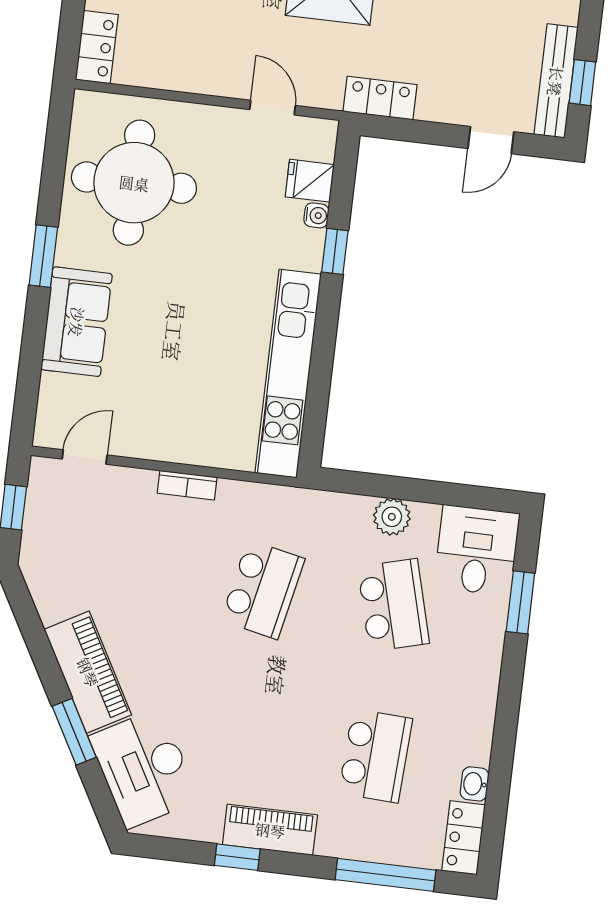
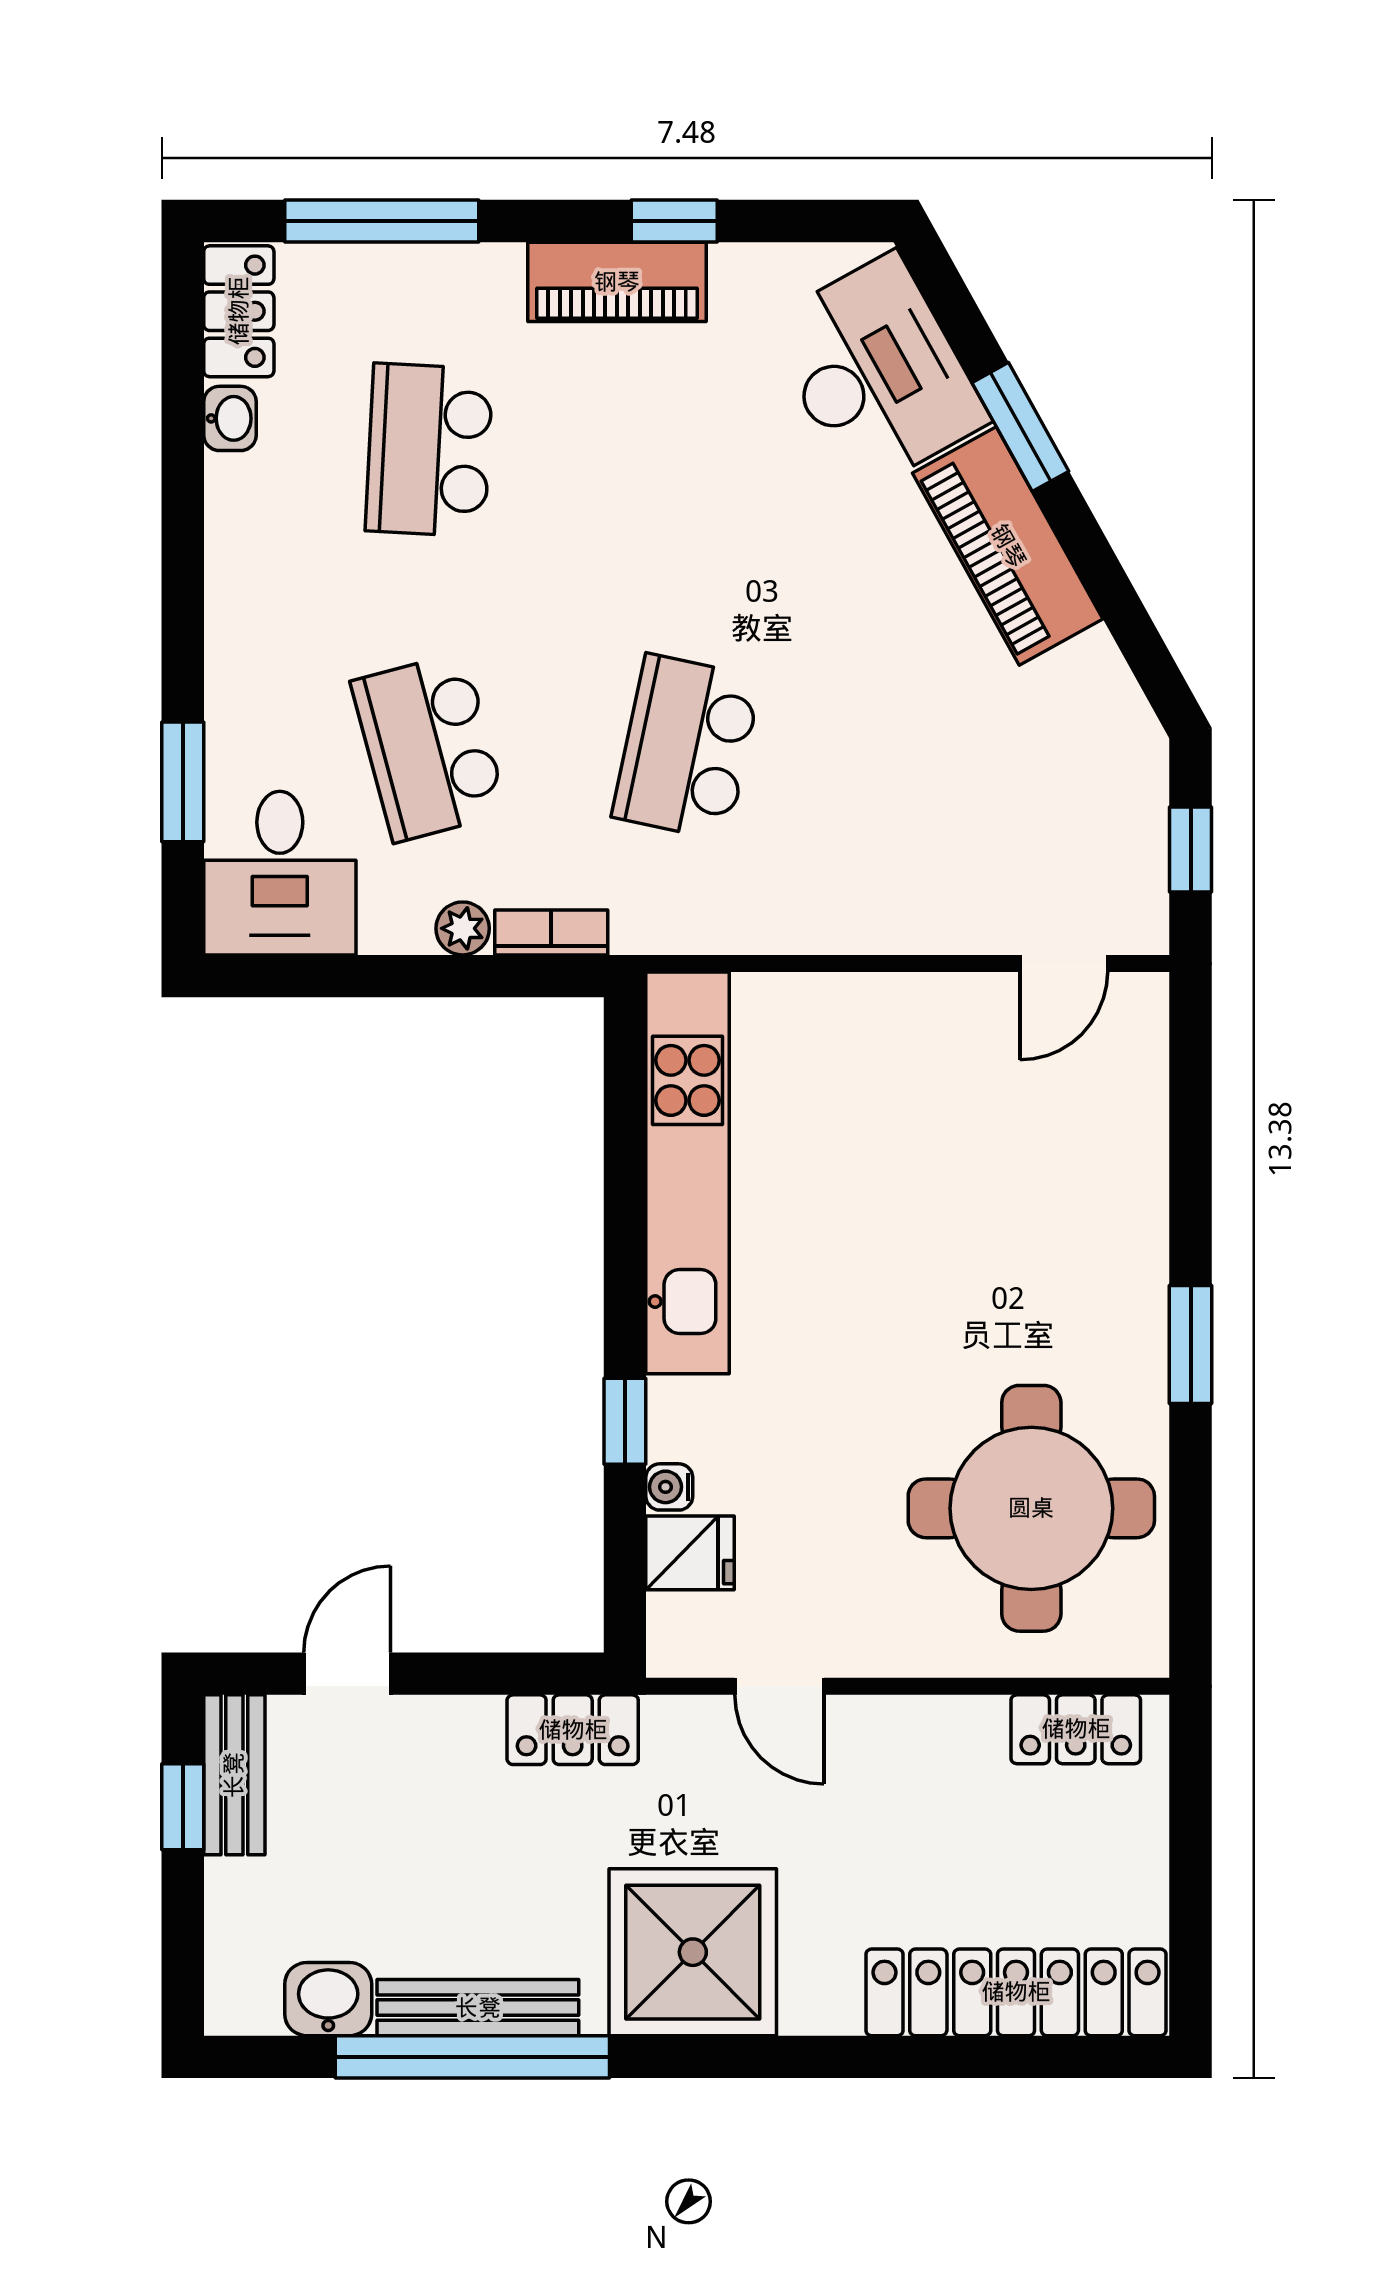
locker: (97, 47) -> (1076, 1729), moved, turned -90
bench: (556, 81) -> (234, 1775), width x0.73
sofa: (77, 322) -> (1111, 1225), removed
bookcase: (187, 485) -> (551, 932), moved
plant: (392, 517) -> (463, 928), width x0.73, depth x0.73

